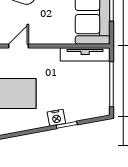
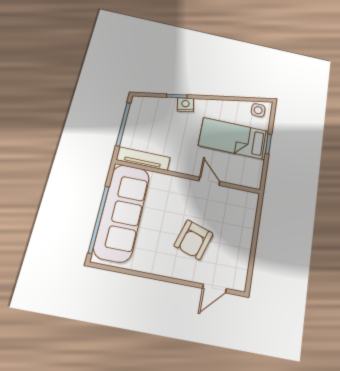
door: (19, 46) -> (209, 181), swing flipped

